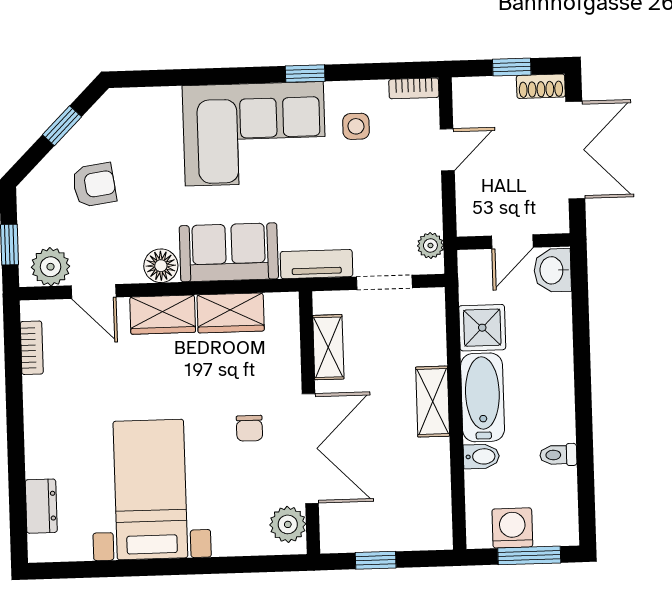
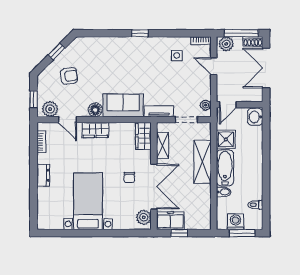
window: (512, 67) -> (241, 33), width x2.17
window: (305, 74) -> (140, 33), moved
plant: (476, 94) -> (226, 44), added
corner sofa: (254, 134) -> (135, 57), removed
door: (447, 150) -> (214, 66), swing flipped
double door: (575, 150) -> (266, 68), swing flipped
door: (512, 242) -> (228, 105), moved
wardrobe: (231, 313) -> (143, 136), moved, turned 90
shelving: (433, 402) -> (202, 162), width x1.50, depth x1.33
toilet: (558, 455) -> (255, 205), moved
dresser: (41, 506) -> (43, 175), moved
freezer: (353, 531) -> (170, 221), added

